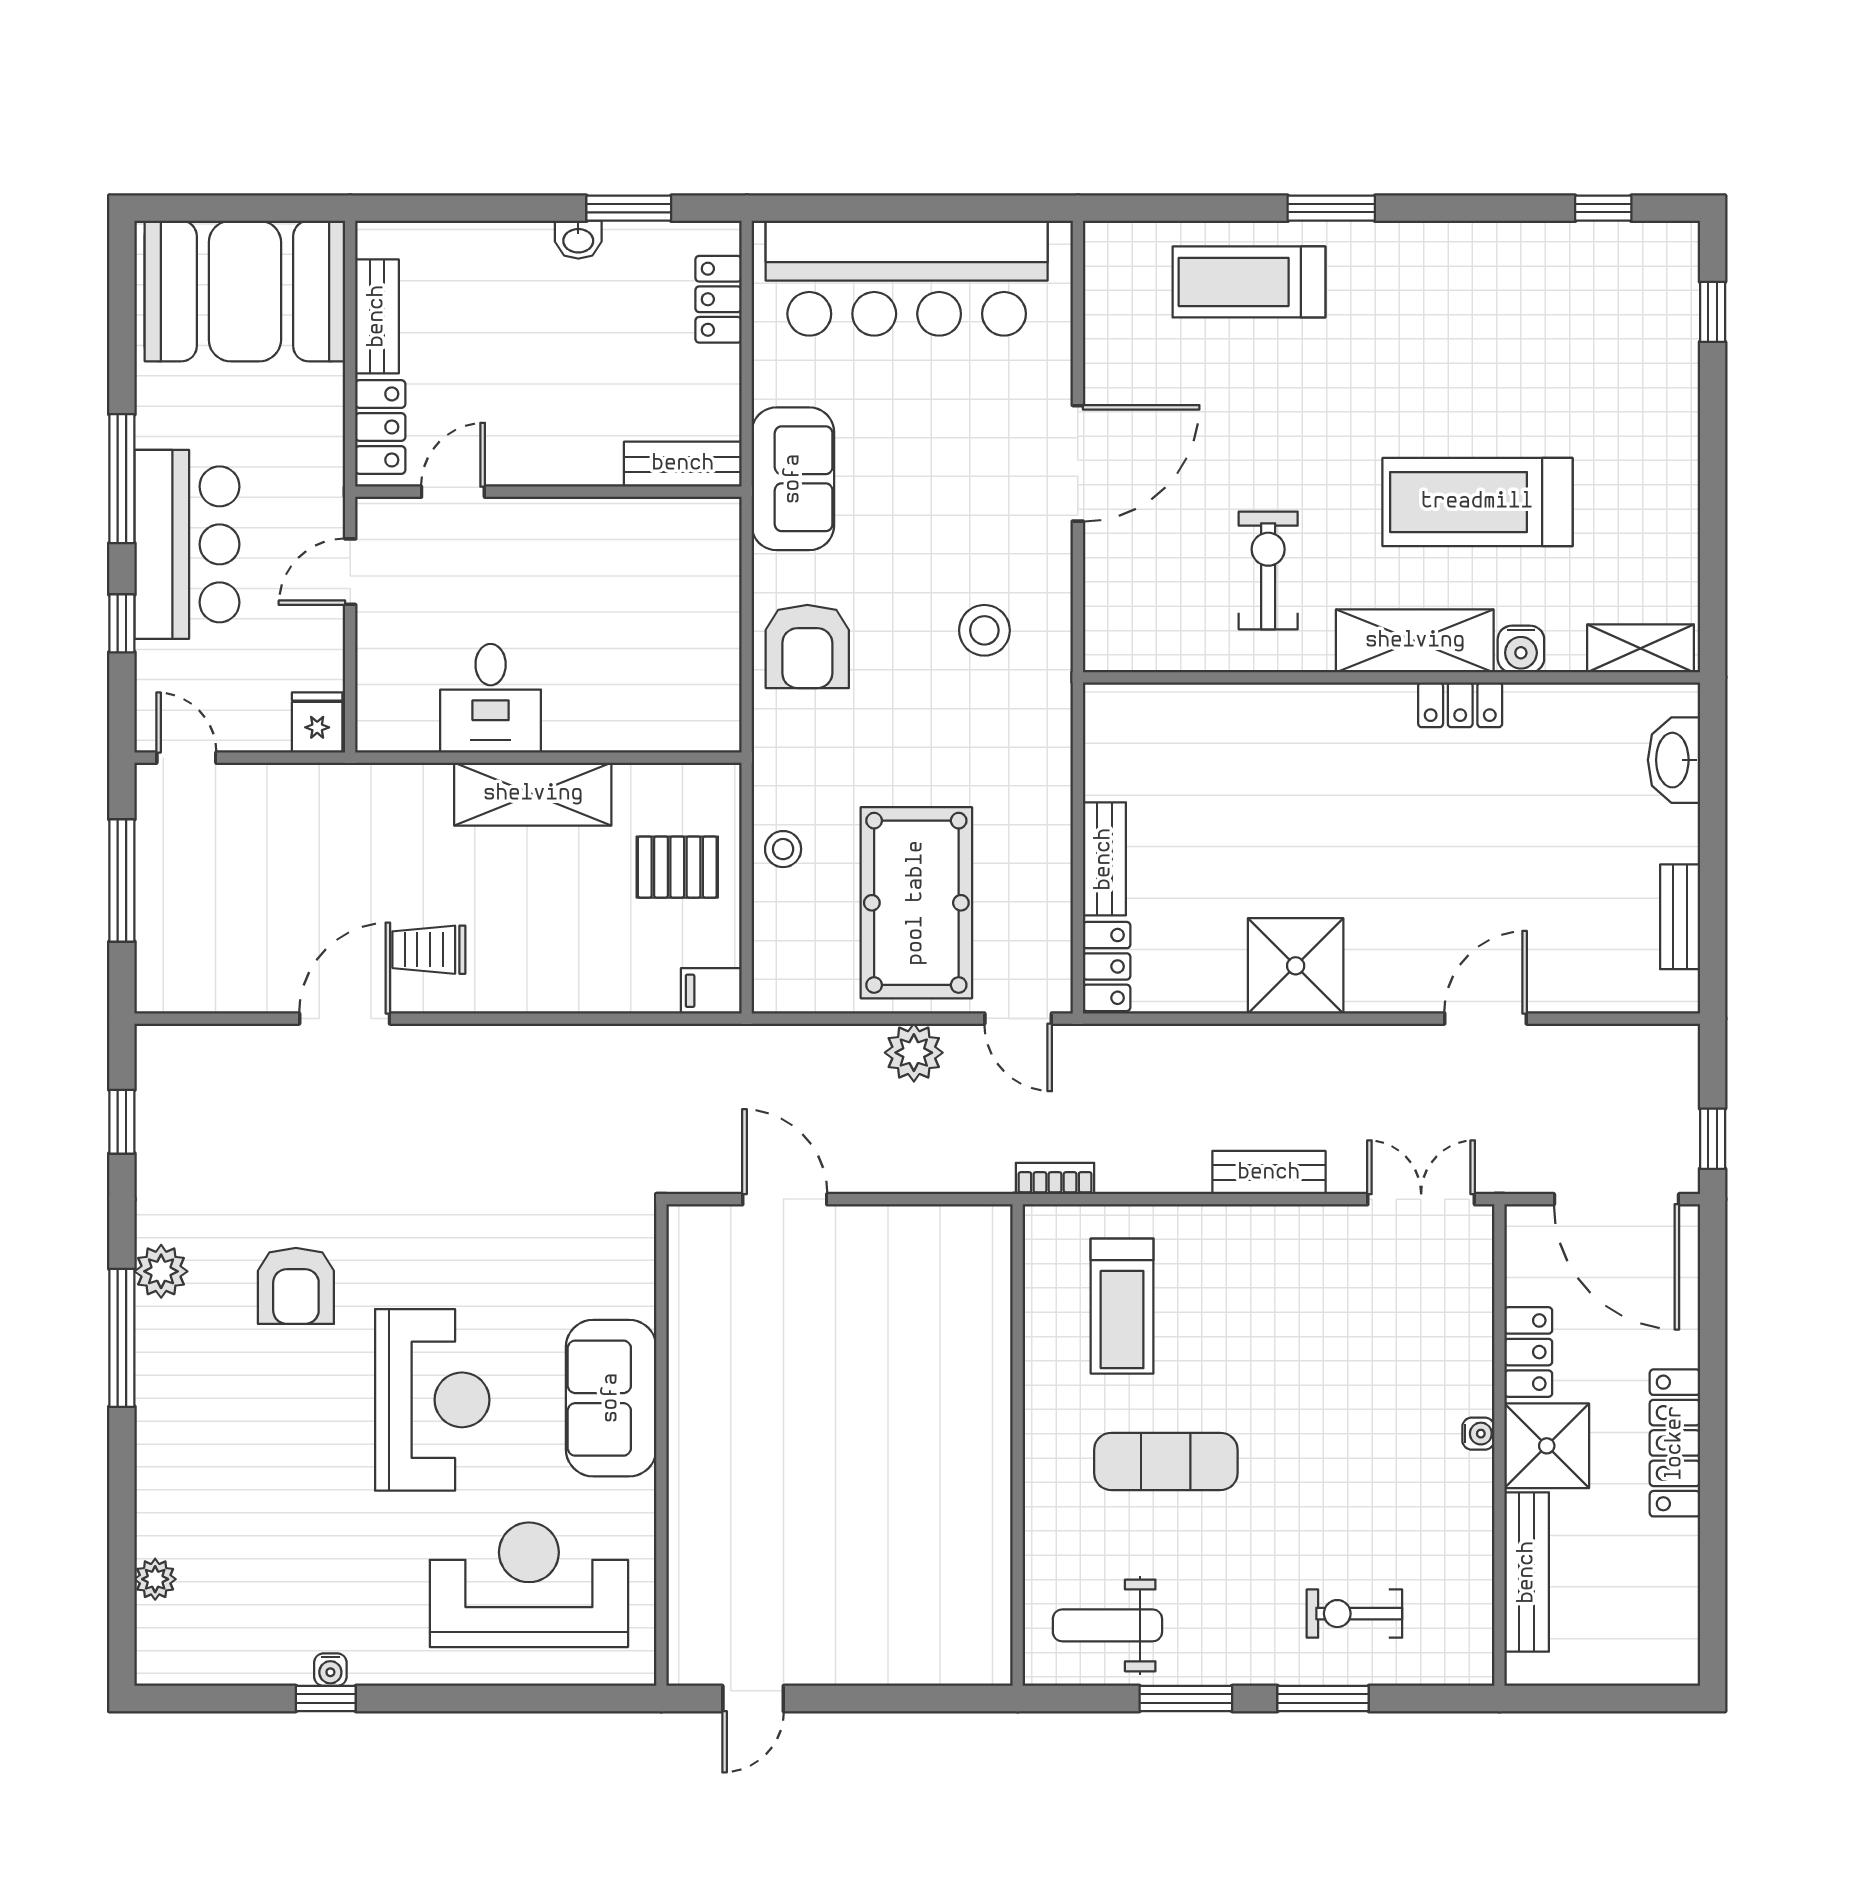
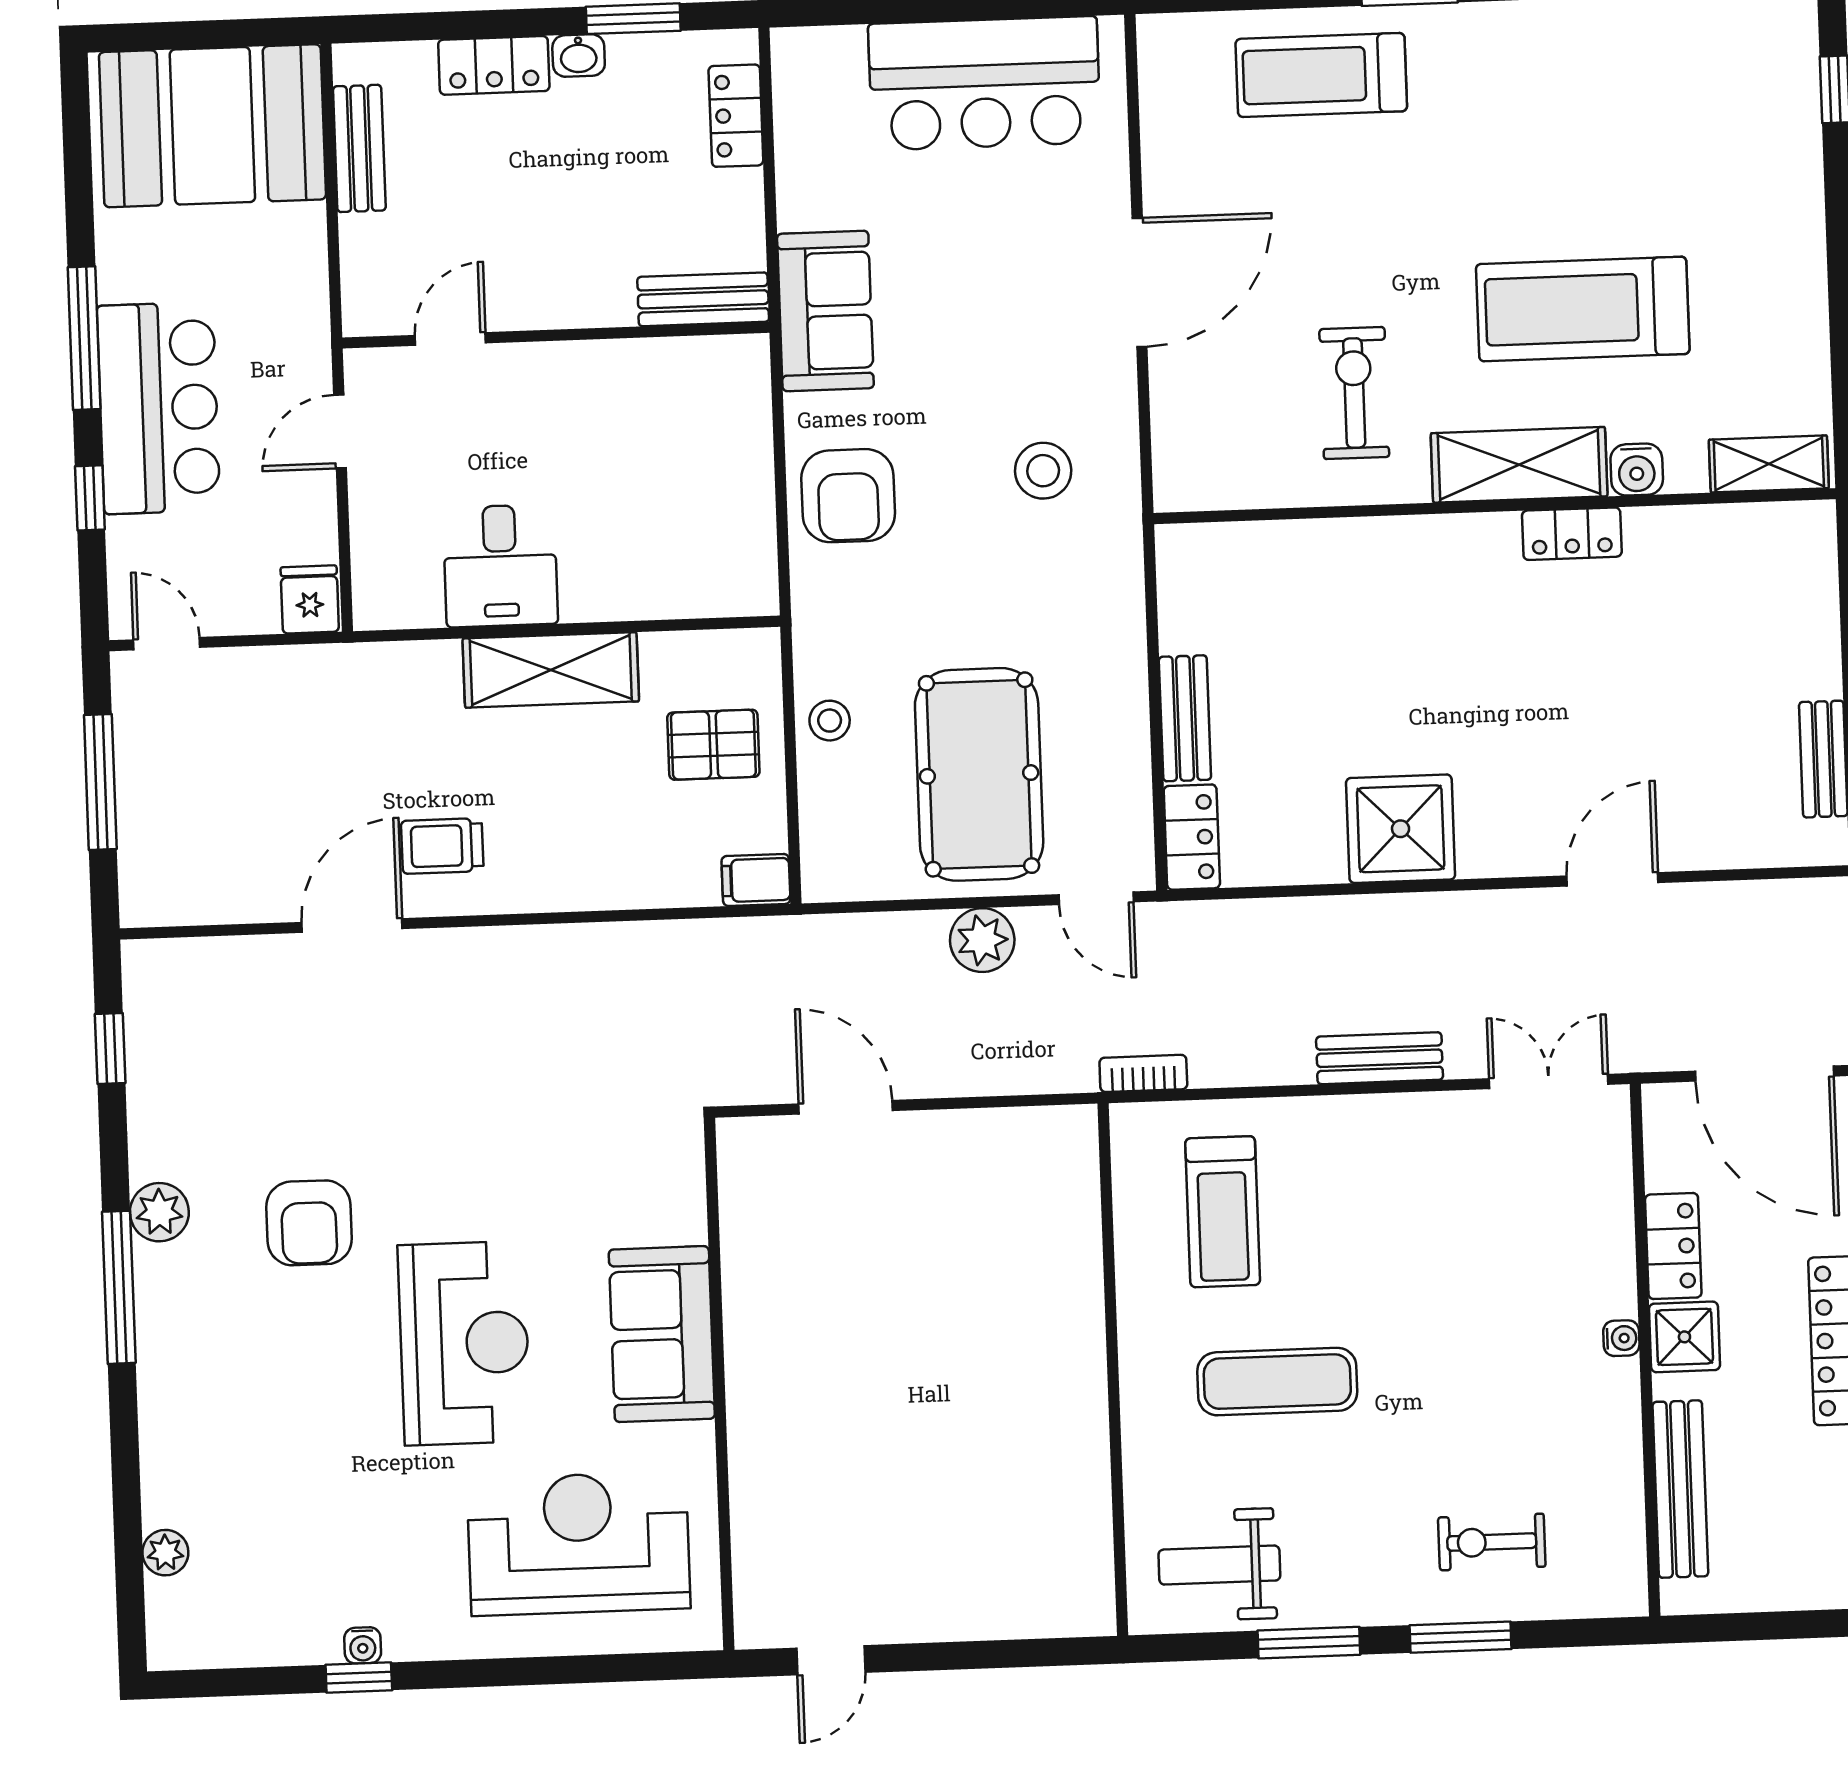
bar counter: (907, 278) -> (985, 83), width x0.73
locker: (380, 427) -> (494, 65), moved, turned 90
washbasin: (1674, 760) -> (1810, 586), removed
shower: (1547, 1446) -> (1684, 1337), width x0.73, depth x0.73

